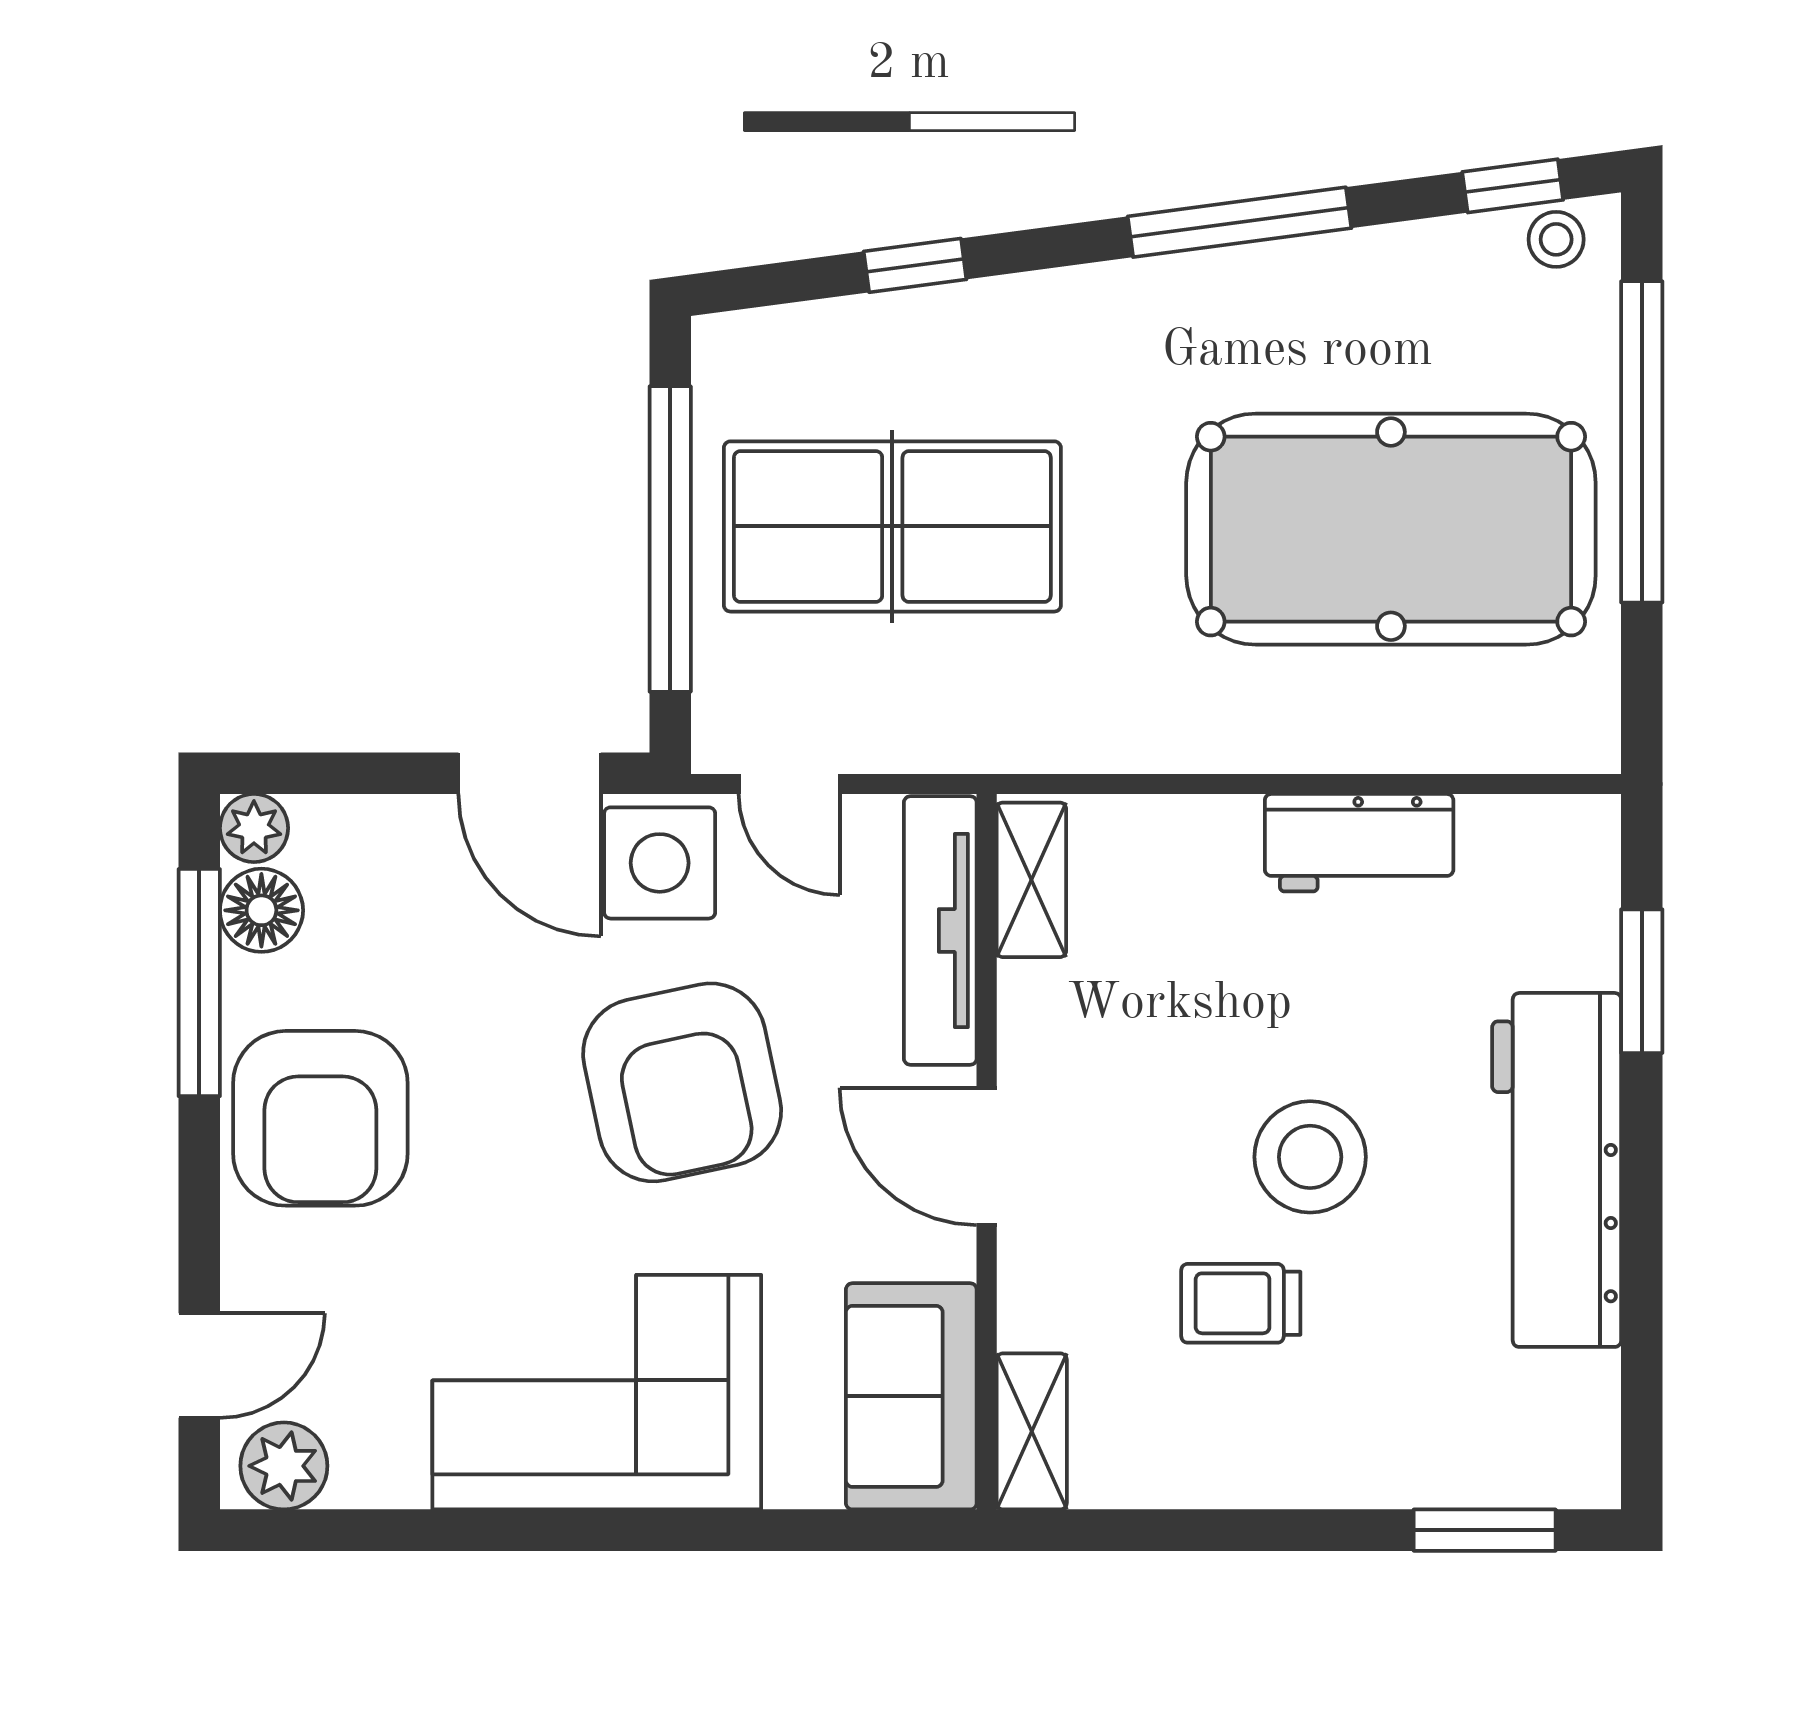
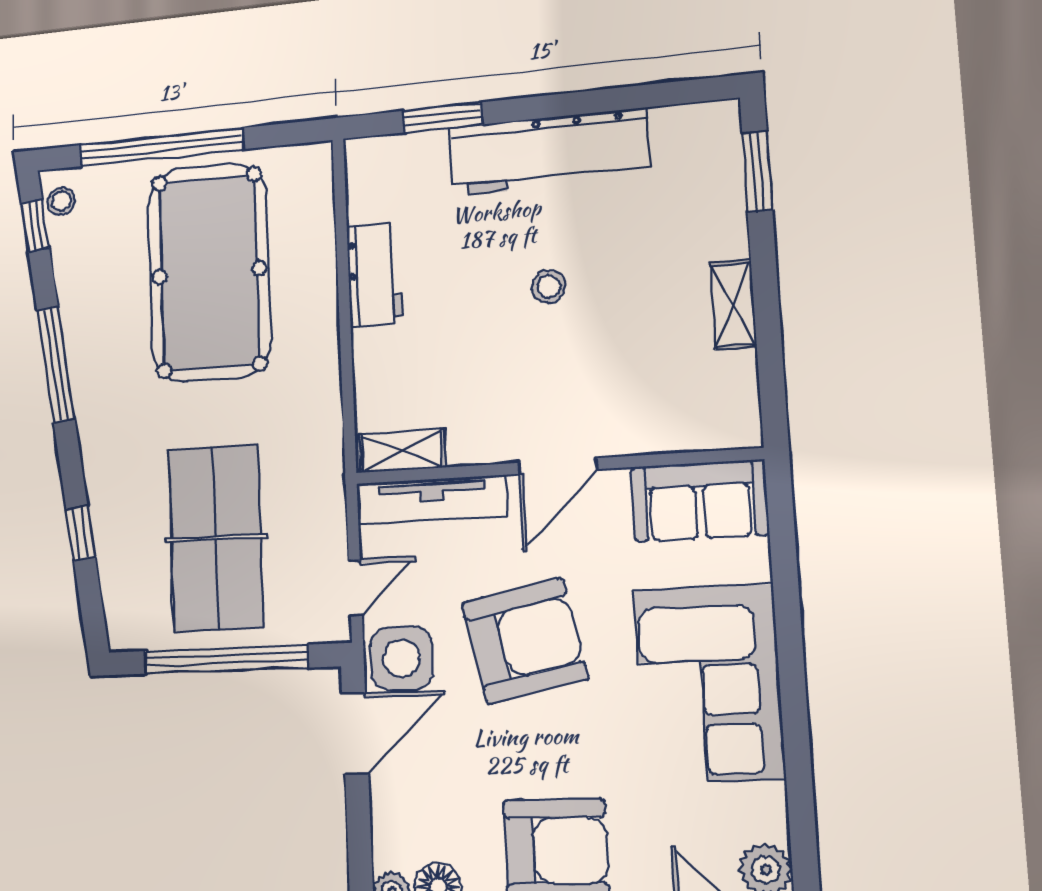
stool: (1310, 1157) -> (549, 287), width x0.53, depth x0.53
trolley: (1241, 1303) -> (634, 318), removed
shelving: (1032, 1431) -> (733, 305), moved, turned 90

